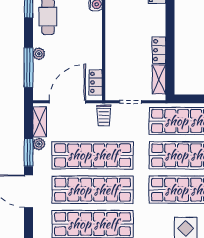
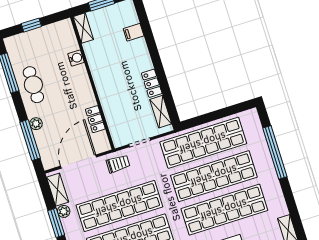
locker: (96, 82) -> (95, 119), moved
trolley: (104, 115) -> (118, 164), turned -90

